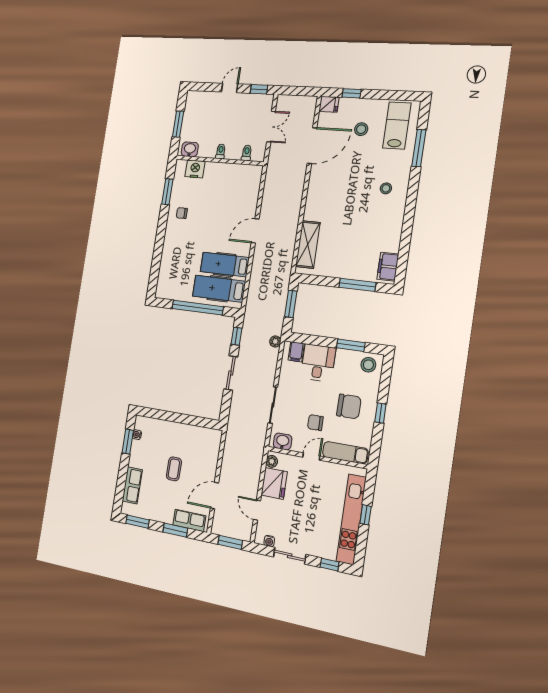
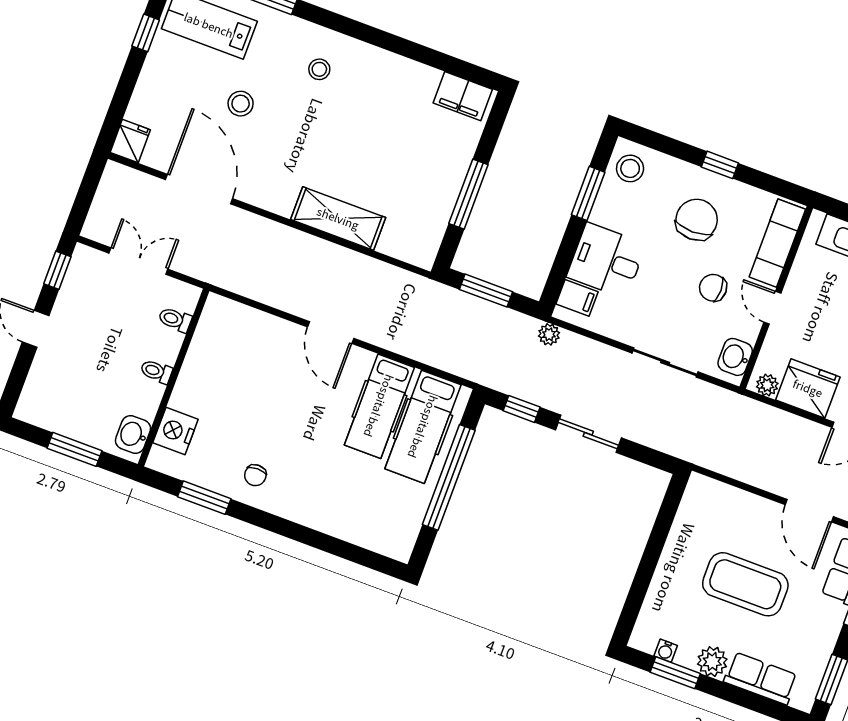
window: (352, 93) -> (146, 33), moved
stool: (361, 129) -> (241, 104), moved
shelving: (308, 245) -> (338, 218), moved
window: (357, 285) -> (468, 194), moved
chair: (315, 423) -> (713, 288), turned 90
plant: (136, 459) -> (712, 662), added
coffee table: (174, 469) -> (745, 584), width x1.86, depth x1.72

